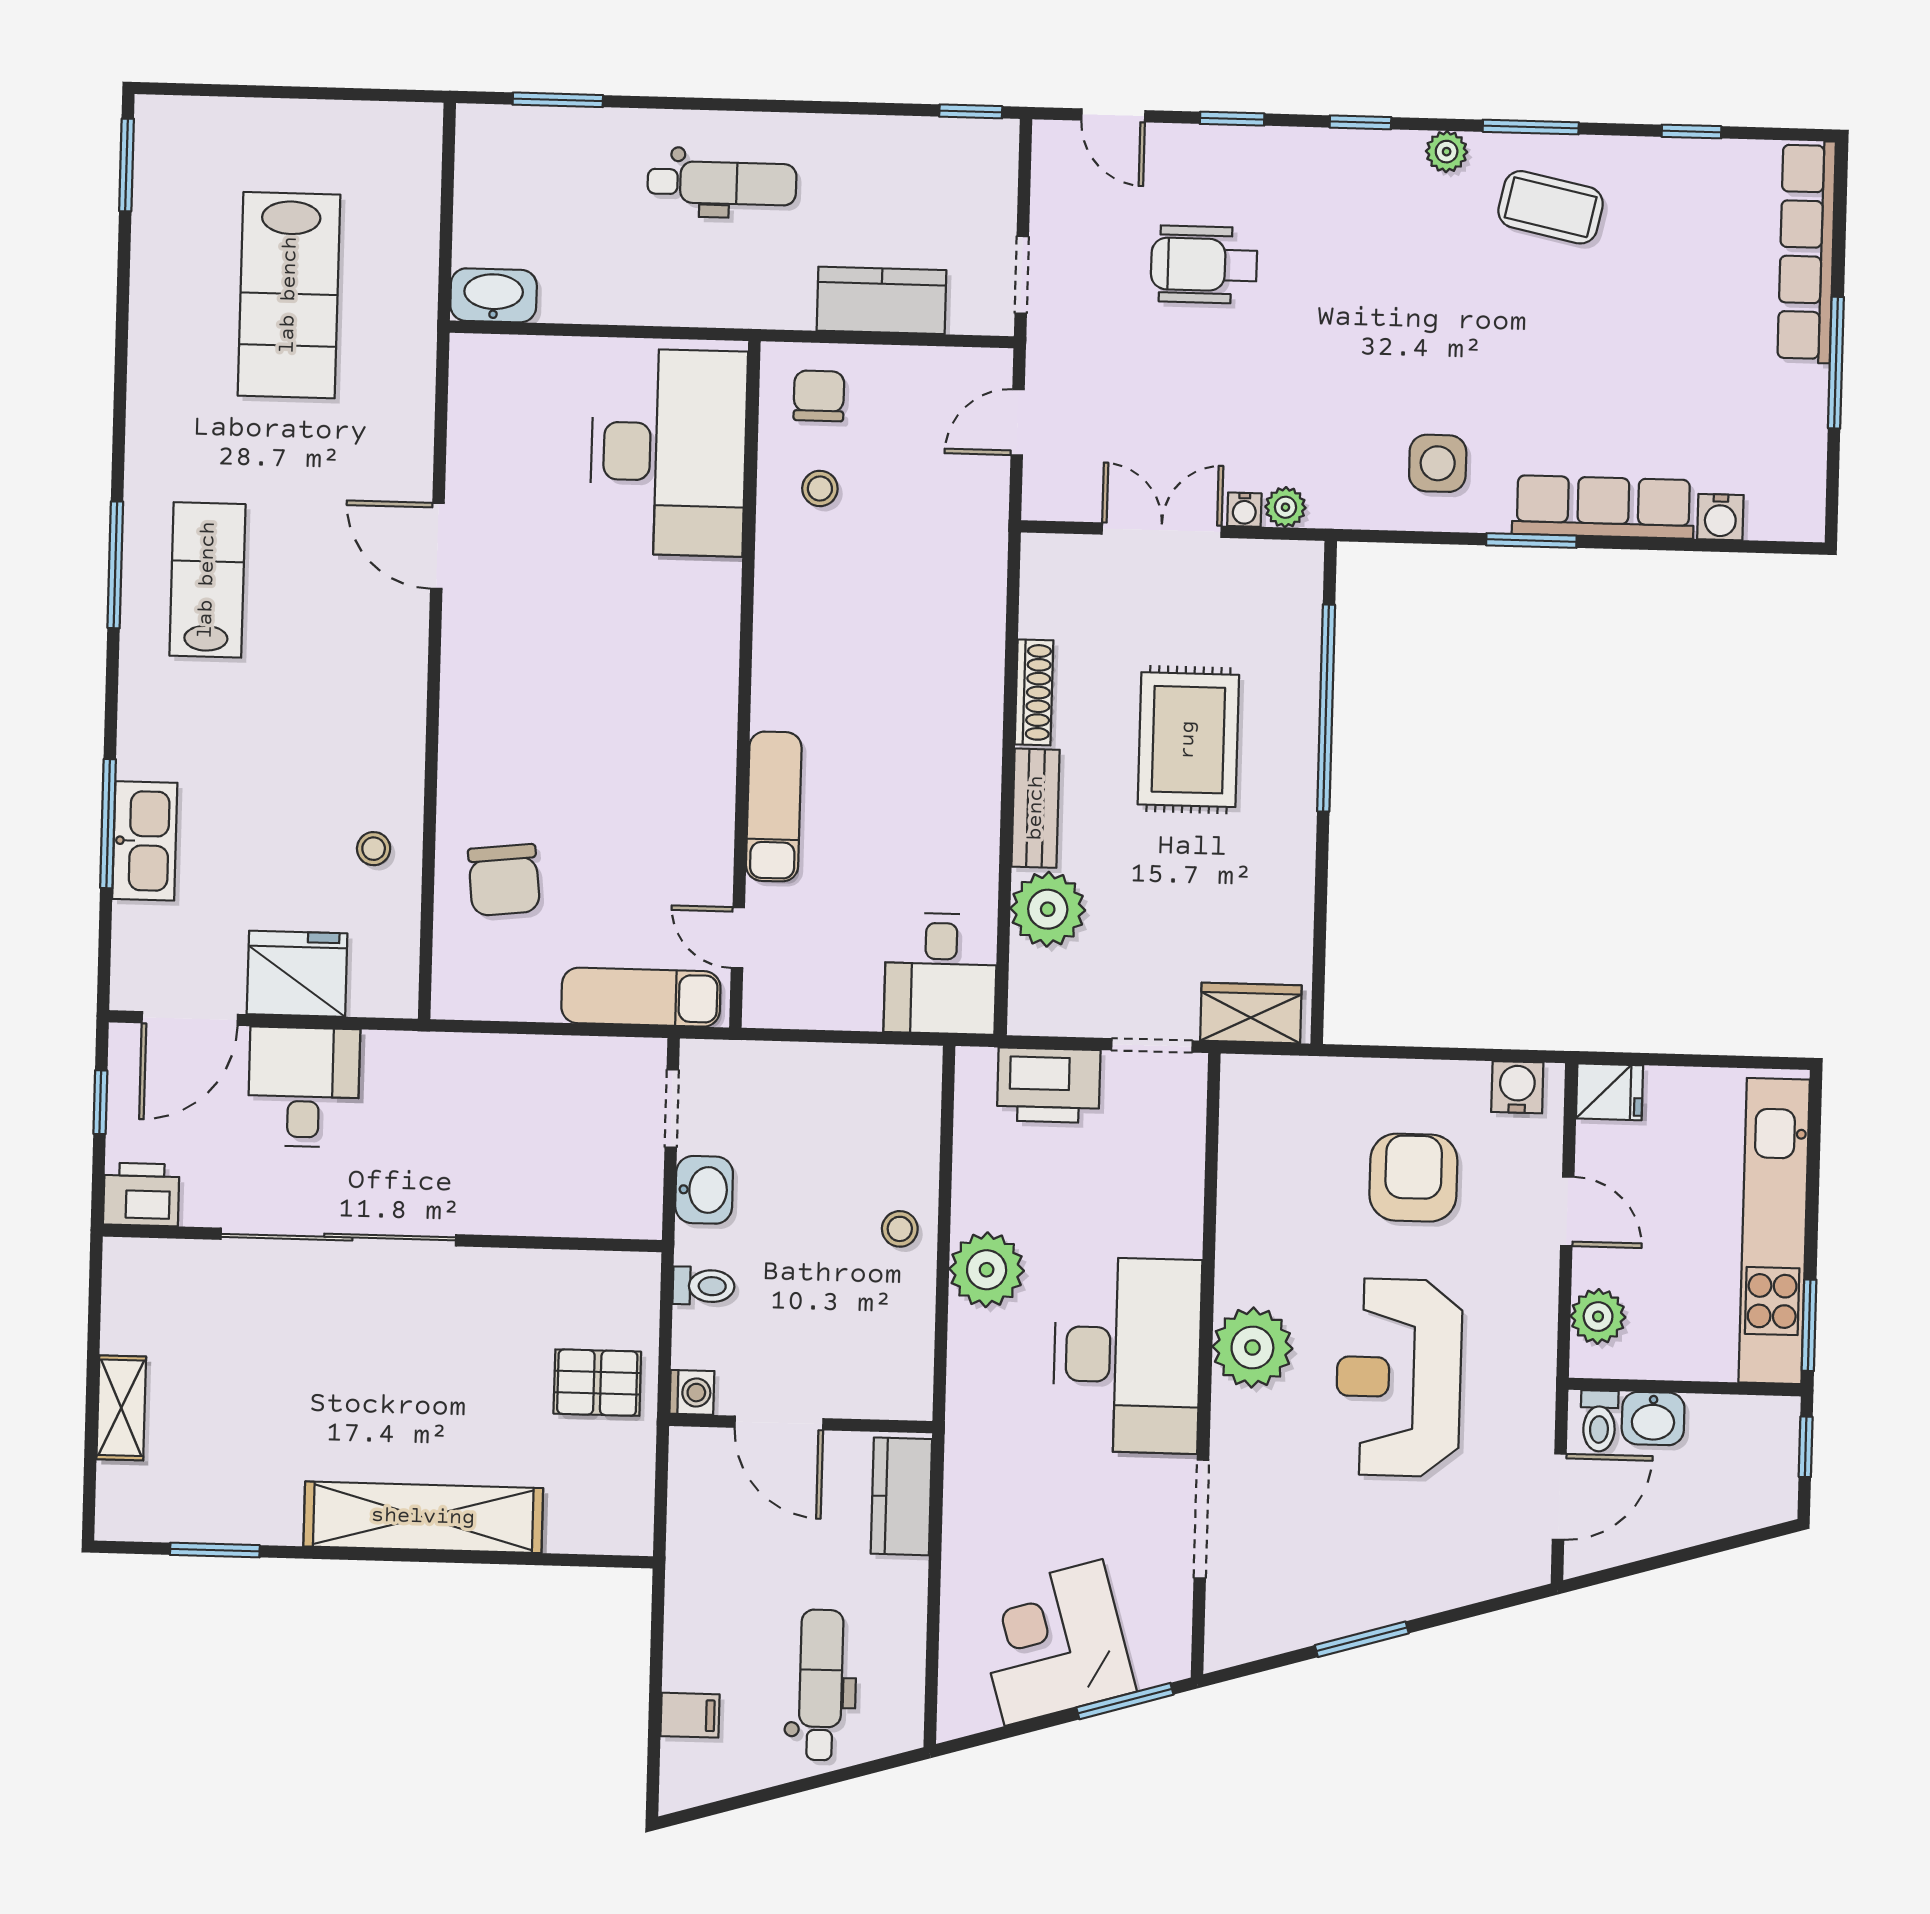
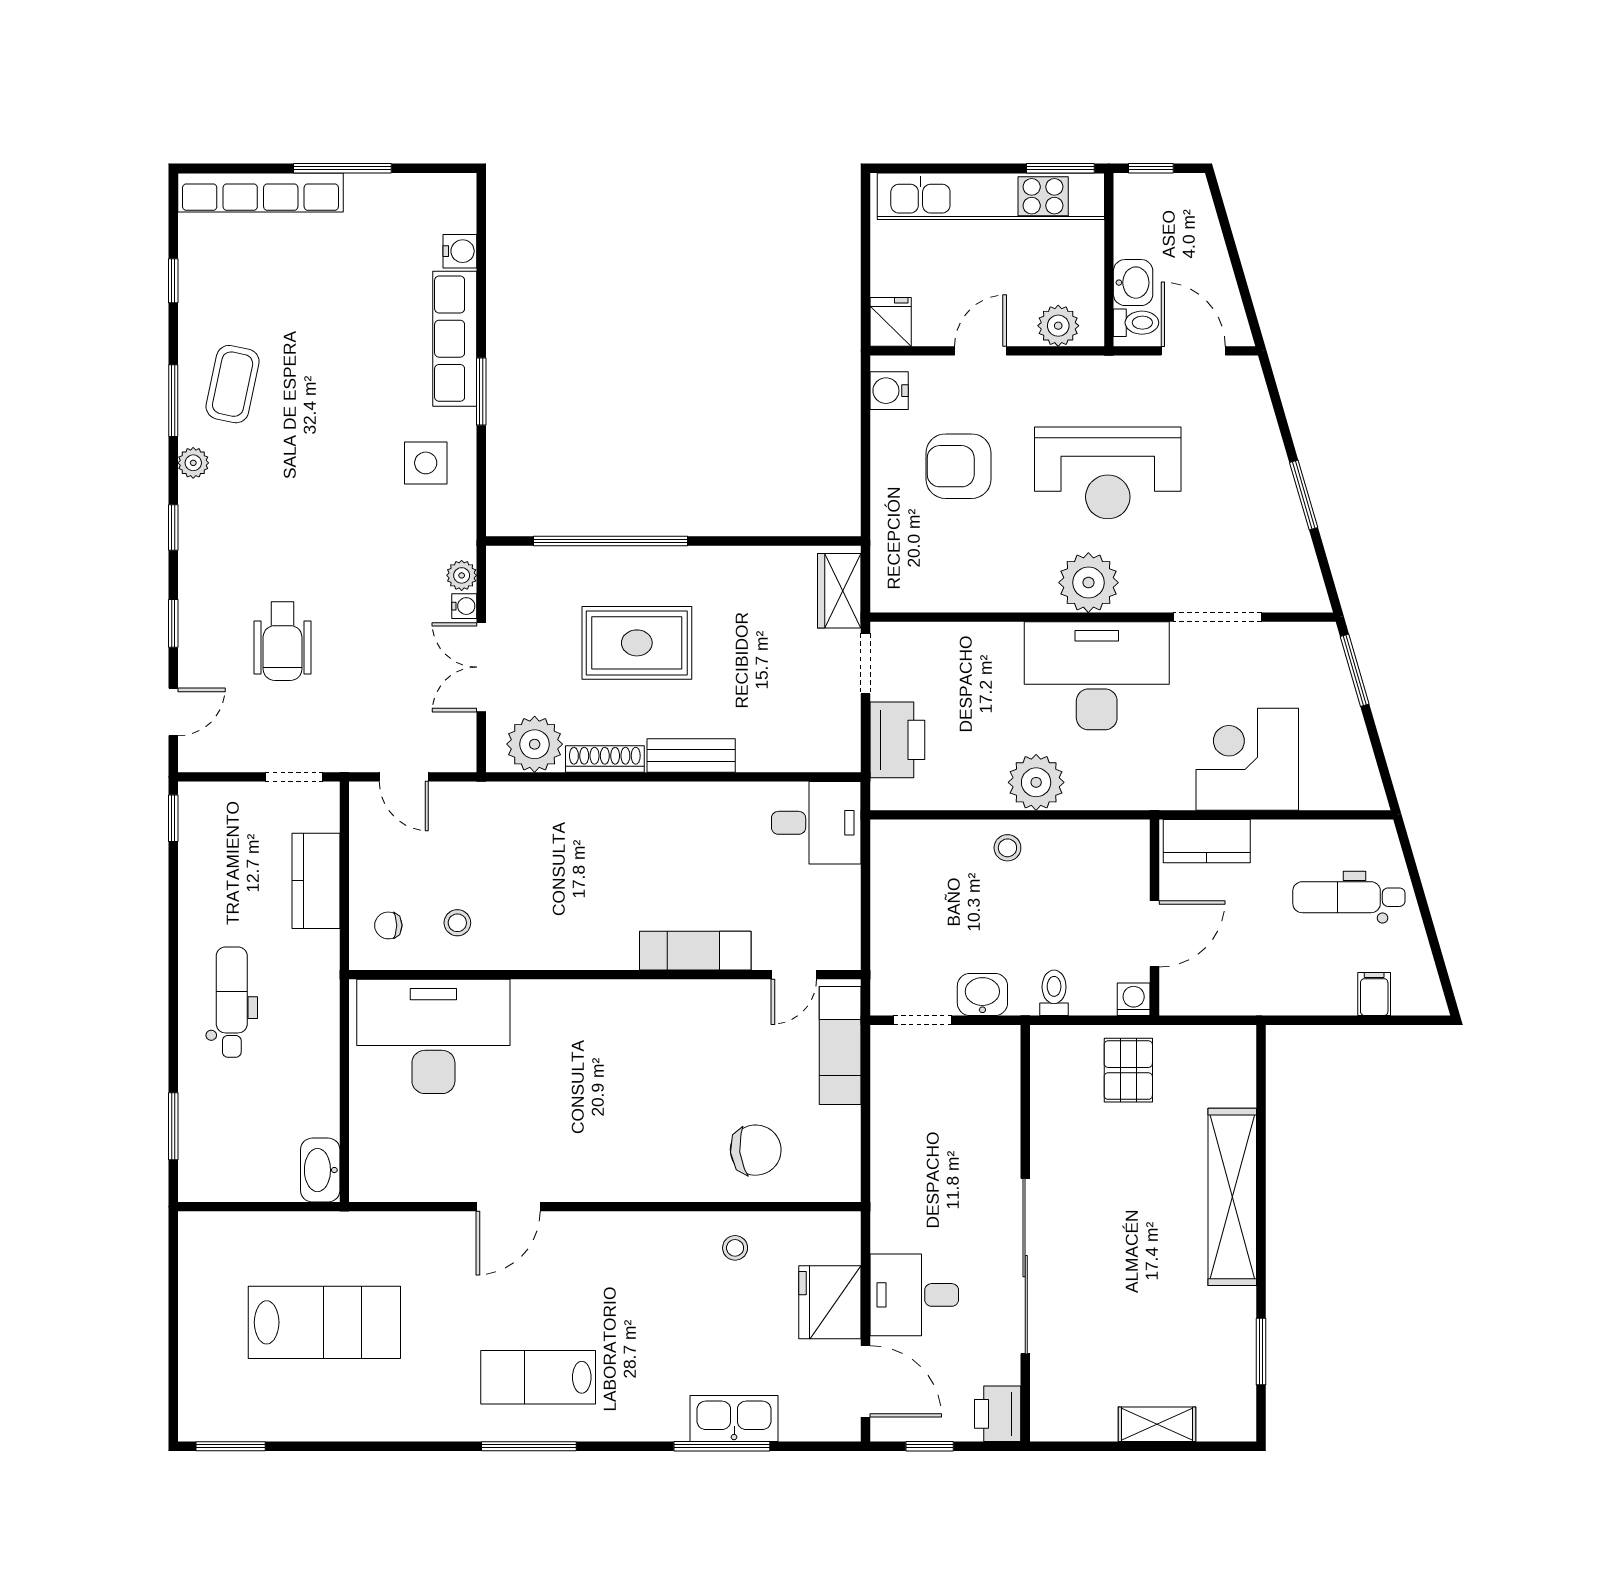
chair: (819, 396) -> (388, 925), width x0.73, depth x0.73
plant: (1048, 909) -> (535, 744), moved
corner desk: (1054, 1643) -> (1247, 759), moved, turned 106

